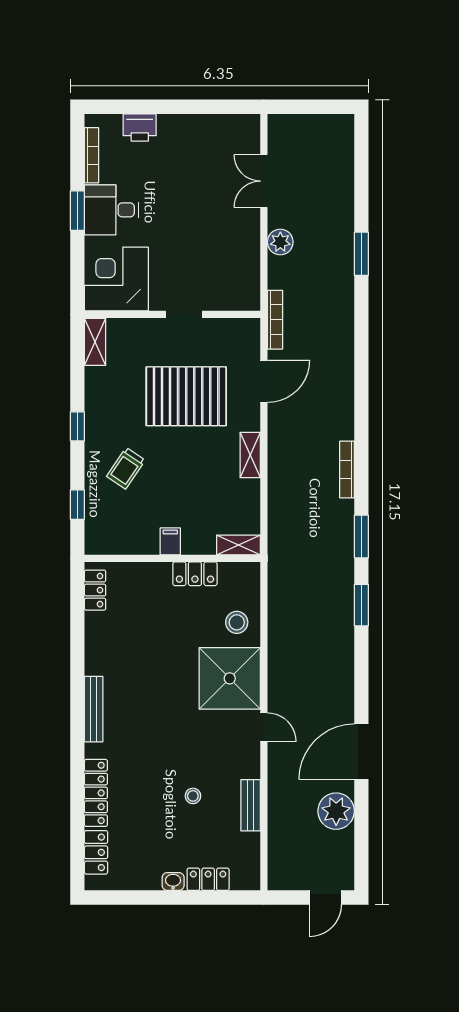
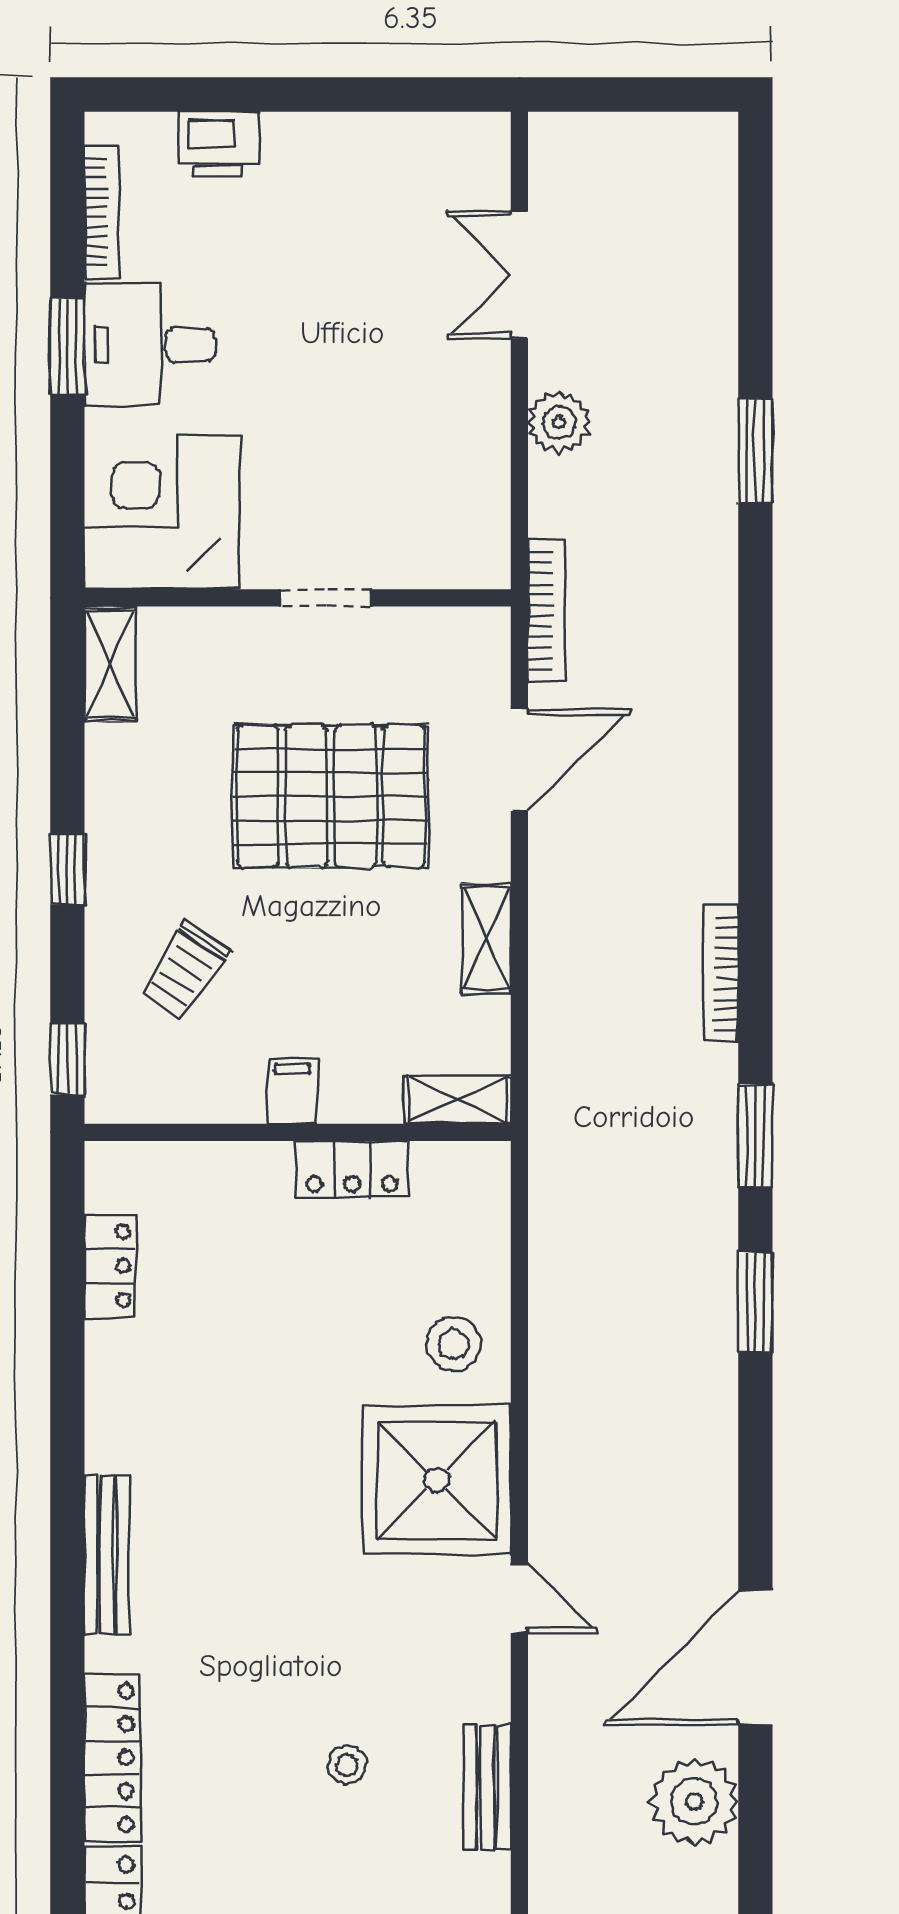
filing cabinet: (170, 541) -> (292, 1091), moved
shelving: (239, 545) -> (458, 1100), moved
wall: (172, 558) -> (298, 1132), moved
locker: (195, 574) -> (352, 1169), moved

